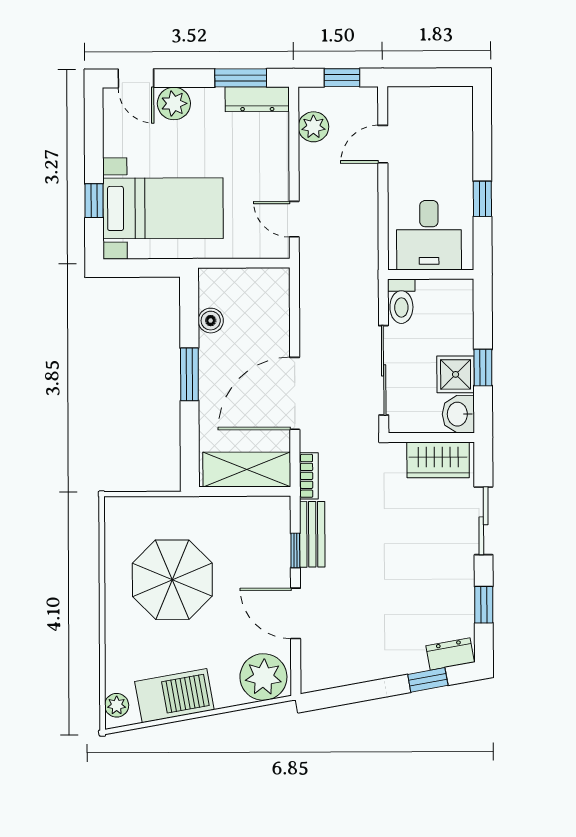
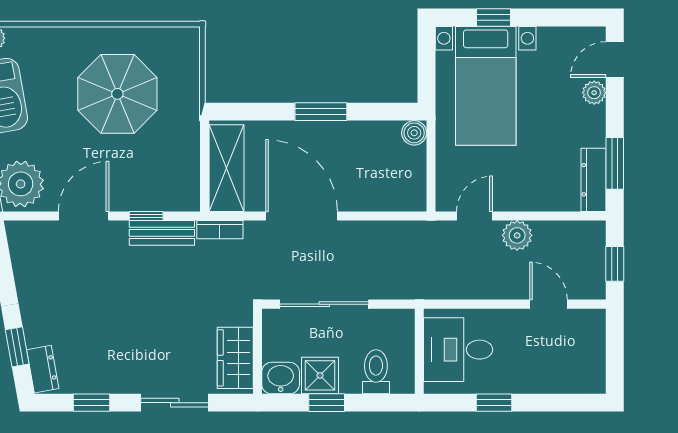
plant: (174, 103) -> (594, 93), width x0.73, depth x0.73
plant: (313, 127) -> (517, 235), moved
toilet: (401, 301) -> (376, 372), moved, turned 90
boiler: (211, 321) -> (414, 133), moved

